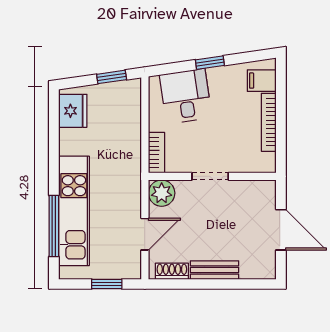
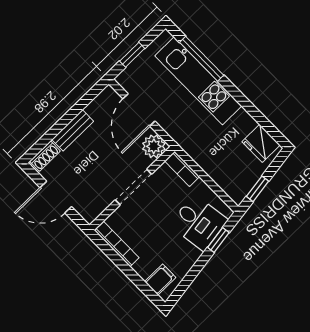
window: (210, 63) -> (218, 240), moved
bookcase: (269, 122) -> (117, 244), moved
doorway: (210, 176) -> (133, 187), width x1.38
door: (145, 234) -> (139, 110), width x1.38
shoe rack: (172, 271) -> (45, 156), moved

